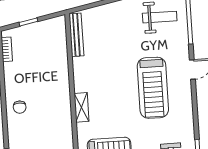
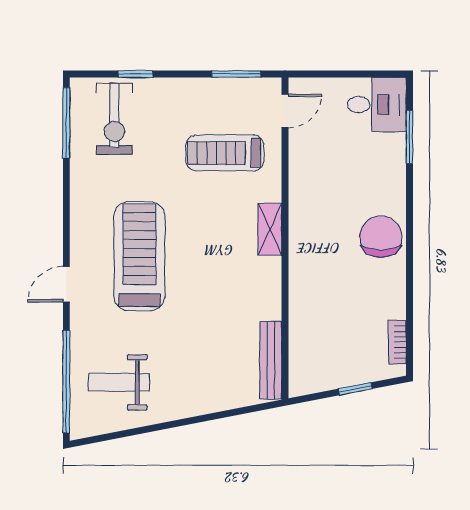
chair: (20, 107) -> (381, 237), width x1.87, depth x1.87

